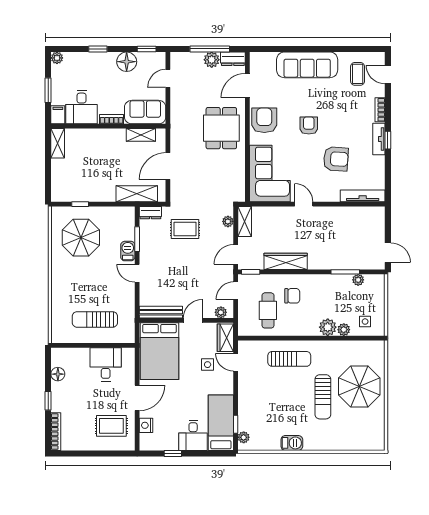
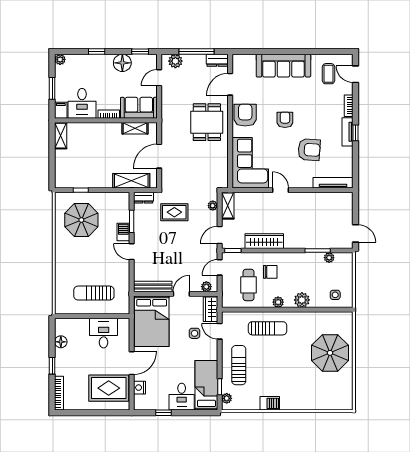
plant: (212, 60) -> (175, 61), moved
plant: (344, 330) -> (278, 302), moved
sun lounger: (323, 397) -> (239, 365), moved, turned 180
rug: (111, 426) -> (109, 388), width x1.36, depth x1.43

